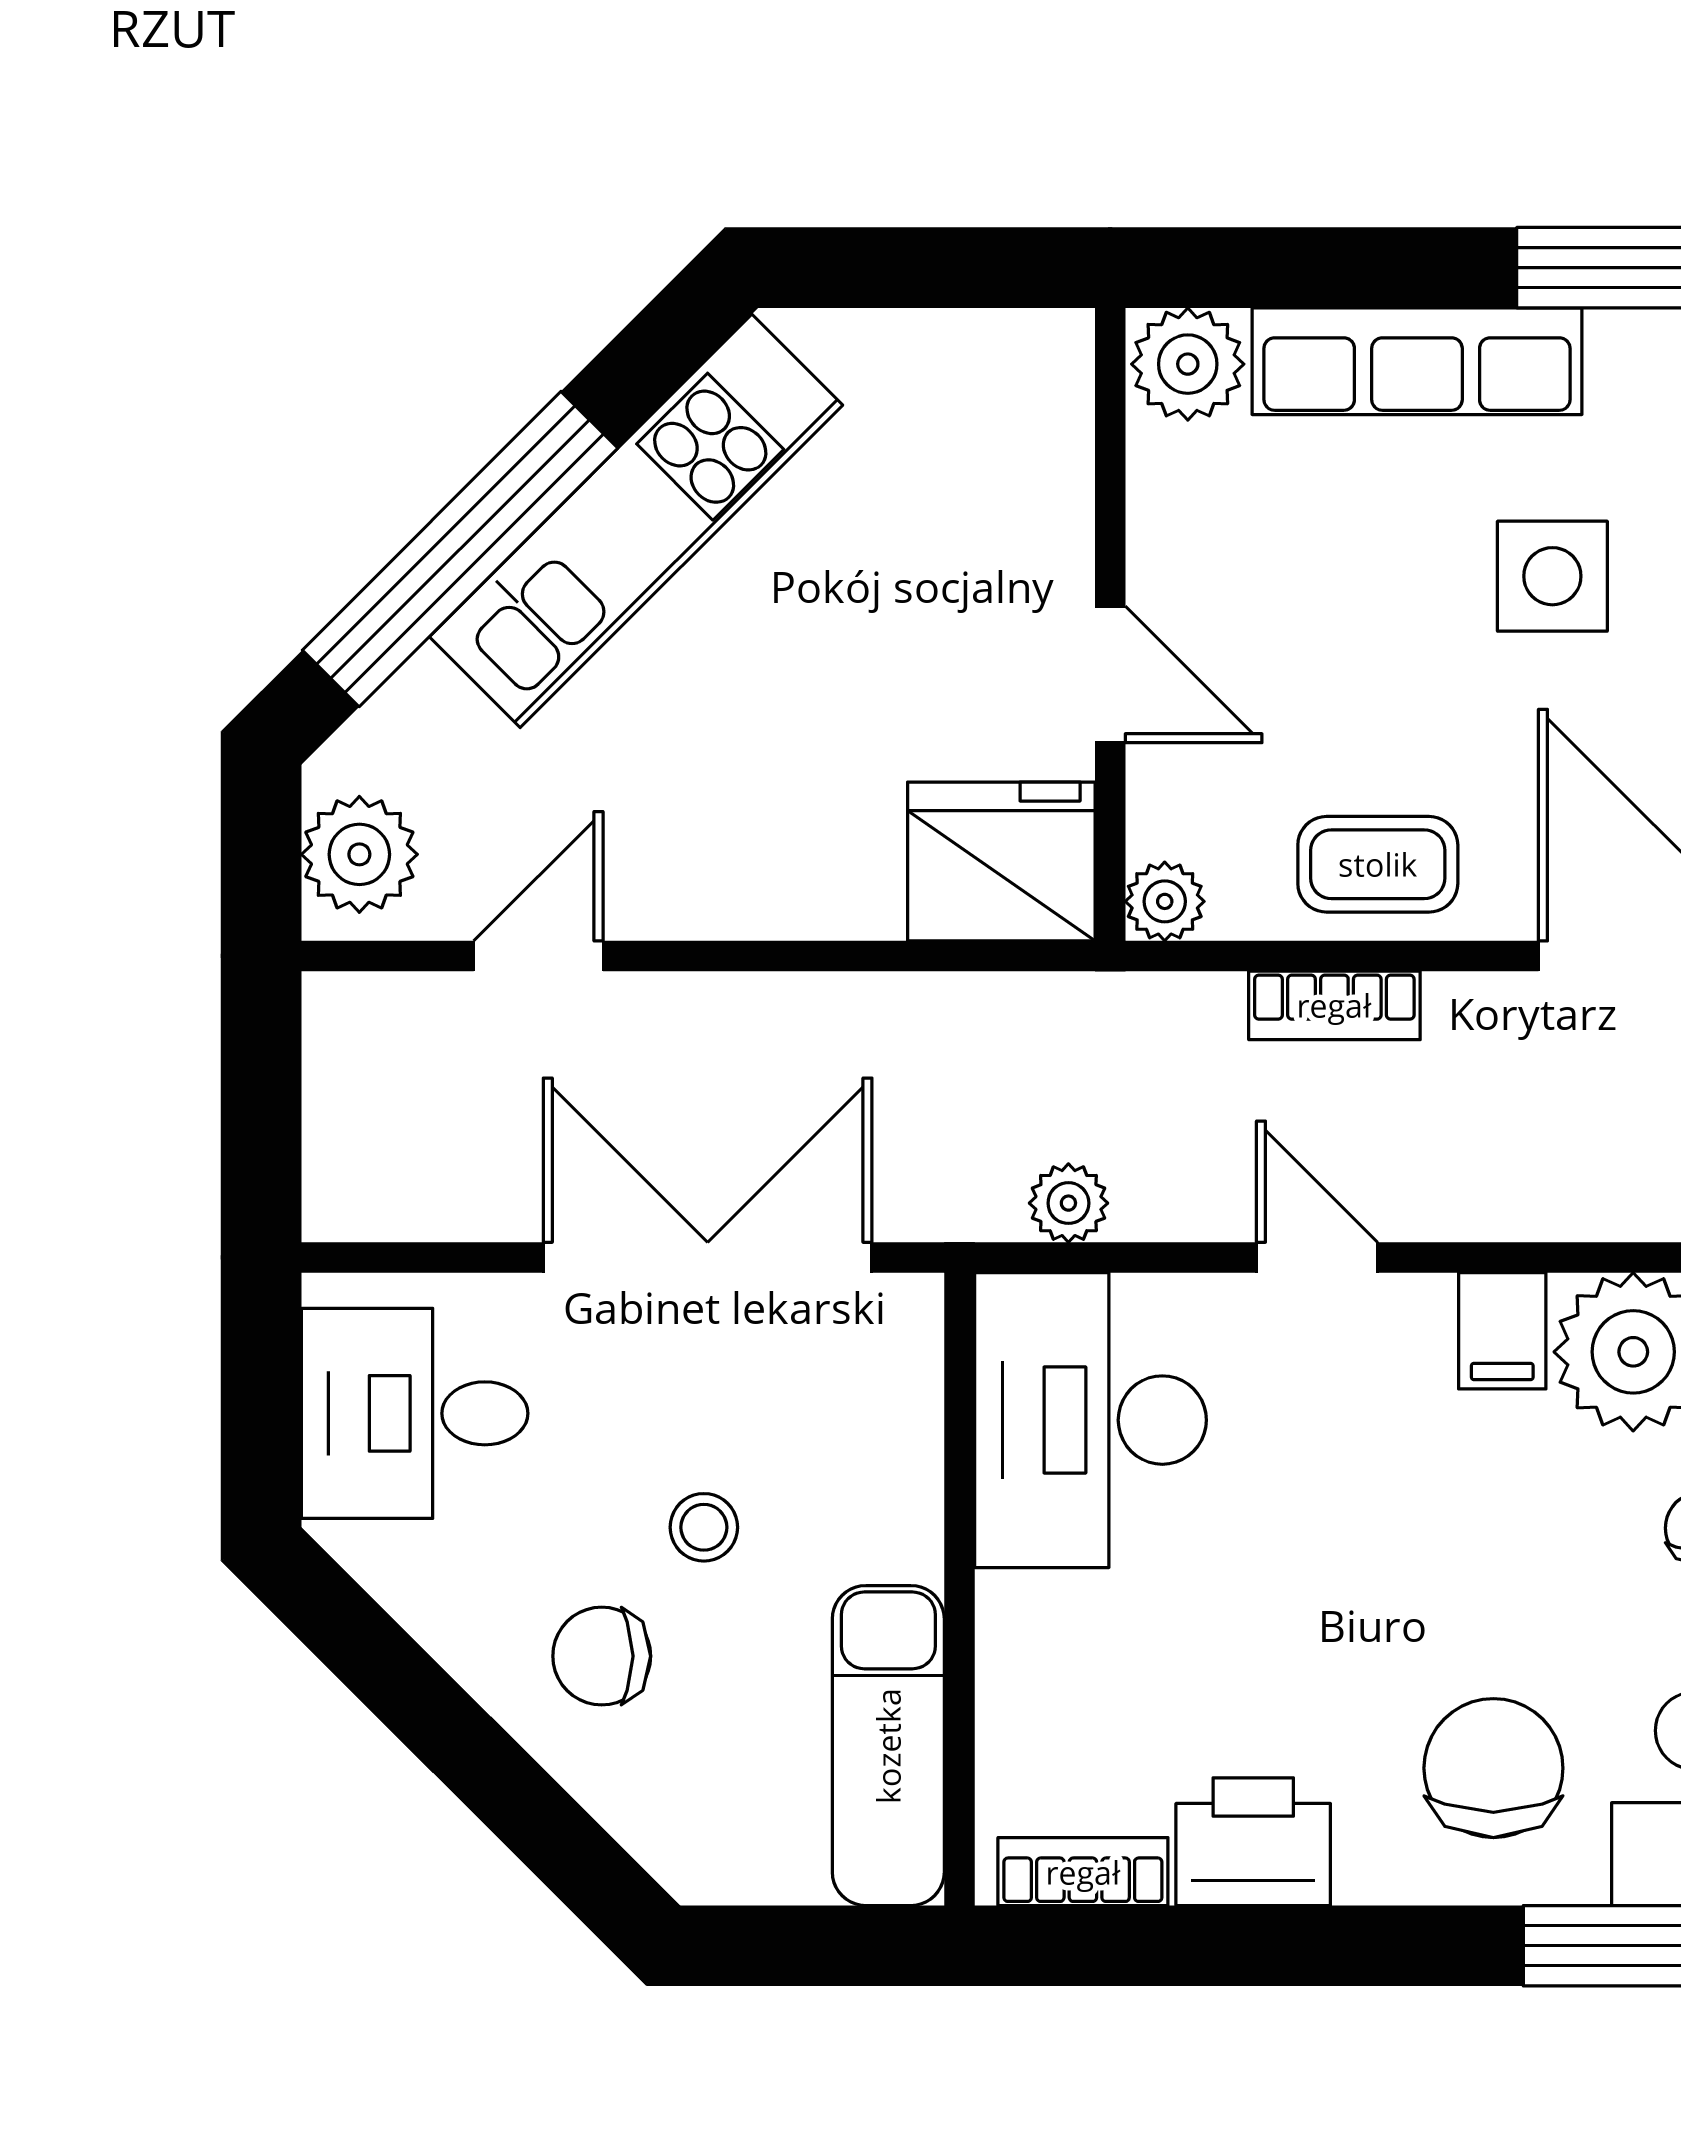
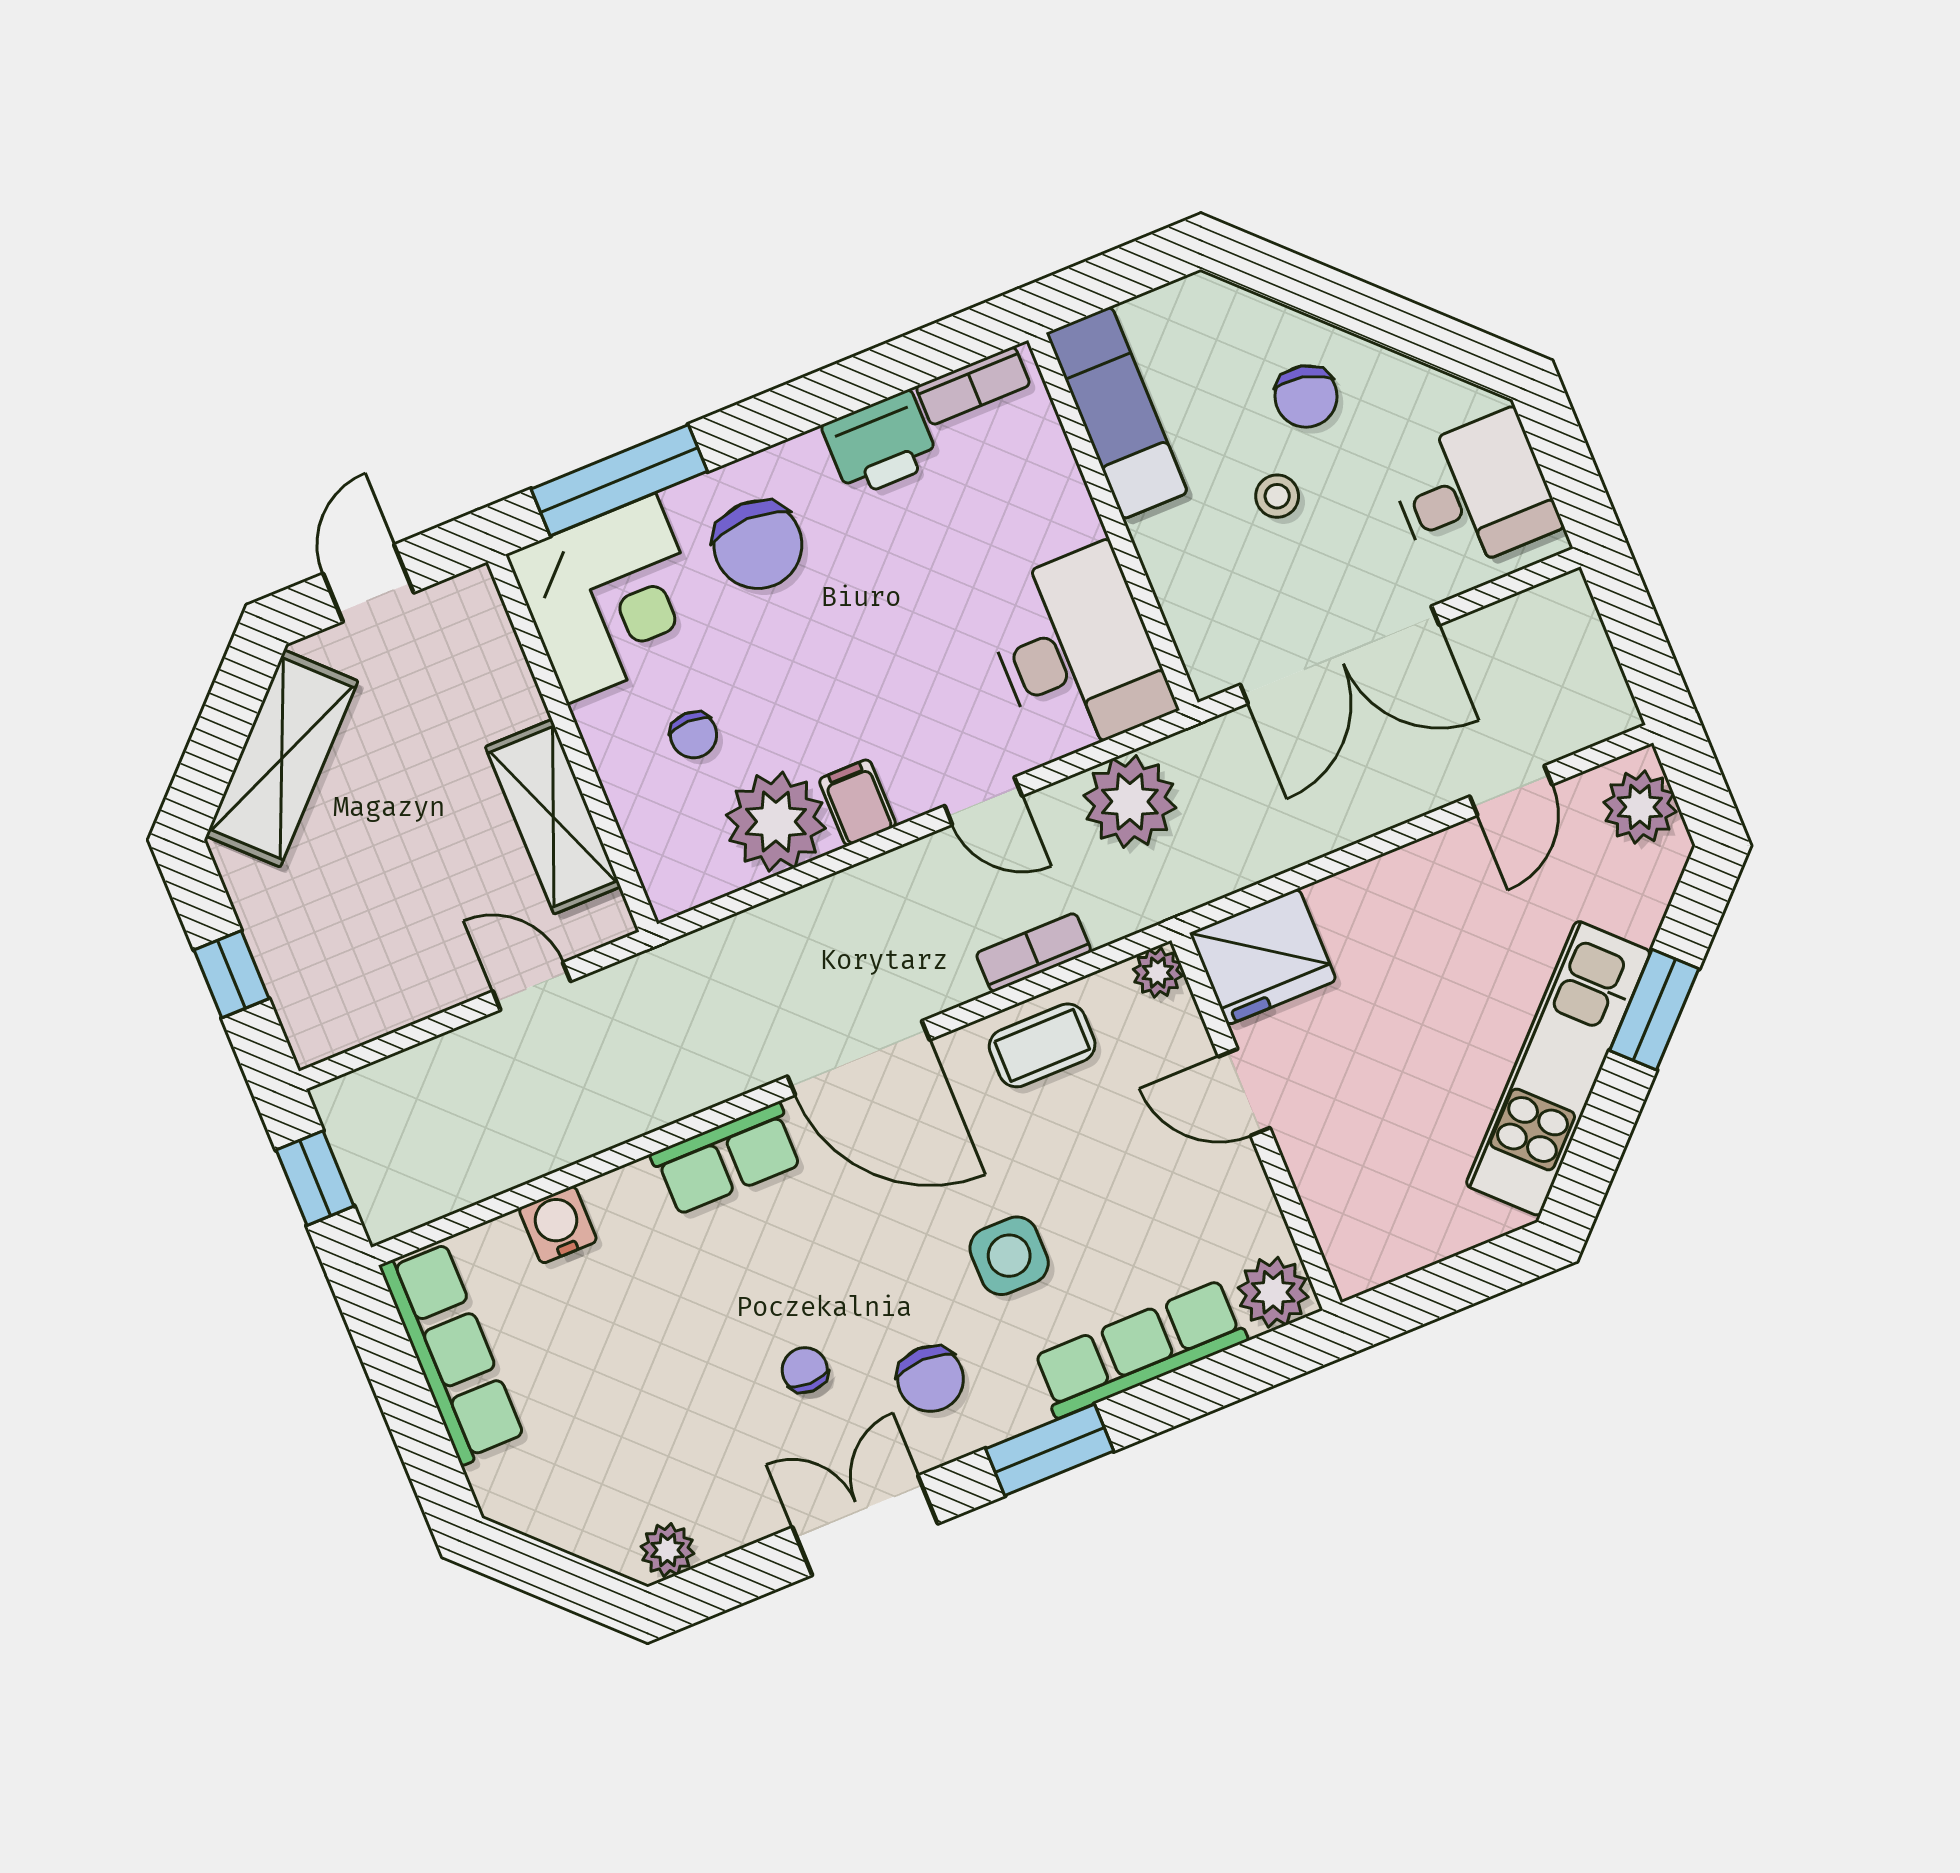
window: (460, 549) -> (1654, 1010), width x0.47
plant: (1068, 1203) -> (1130, 802), width x1.88, depth x1.88
chair: (602, 1656) -> (1306, 396), turned 103

